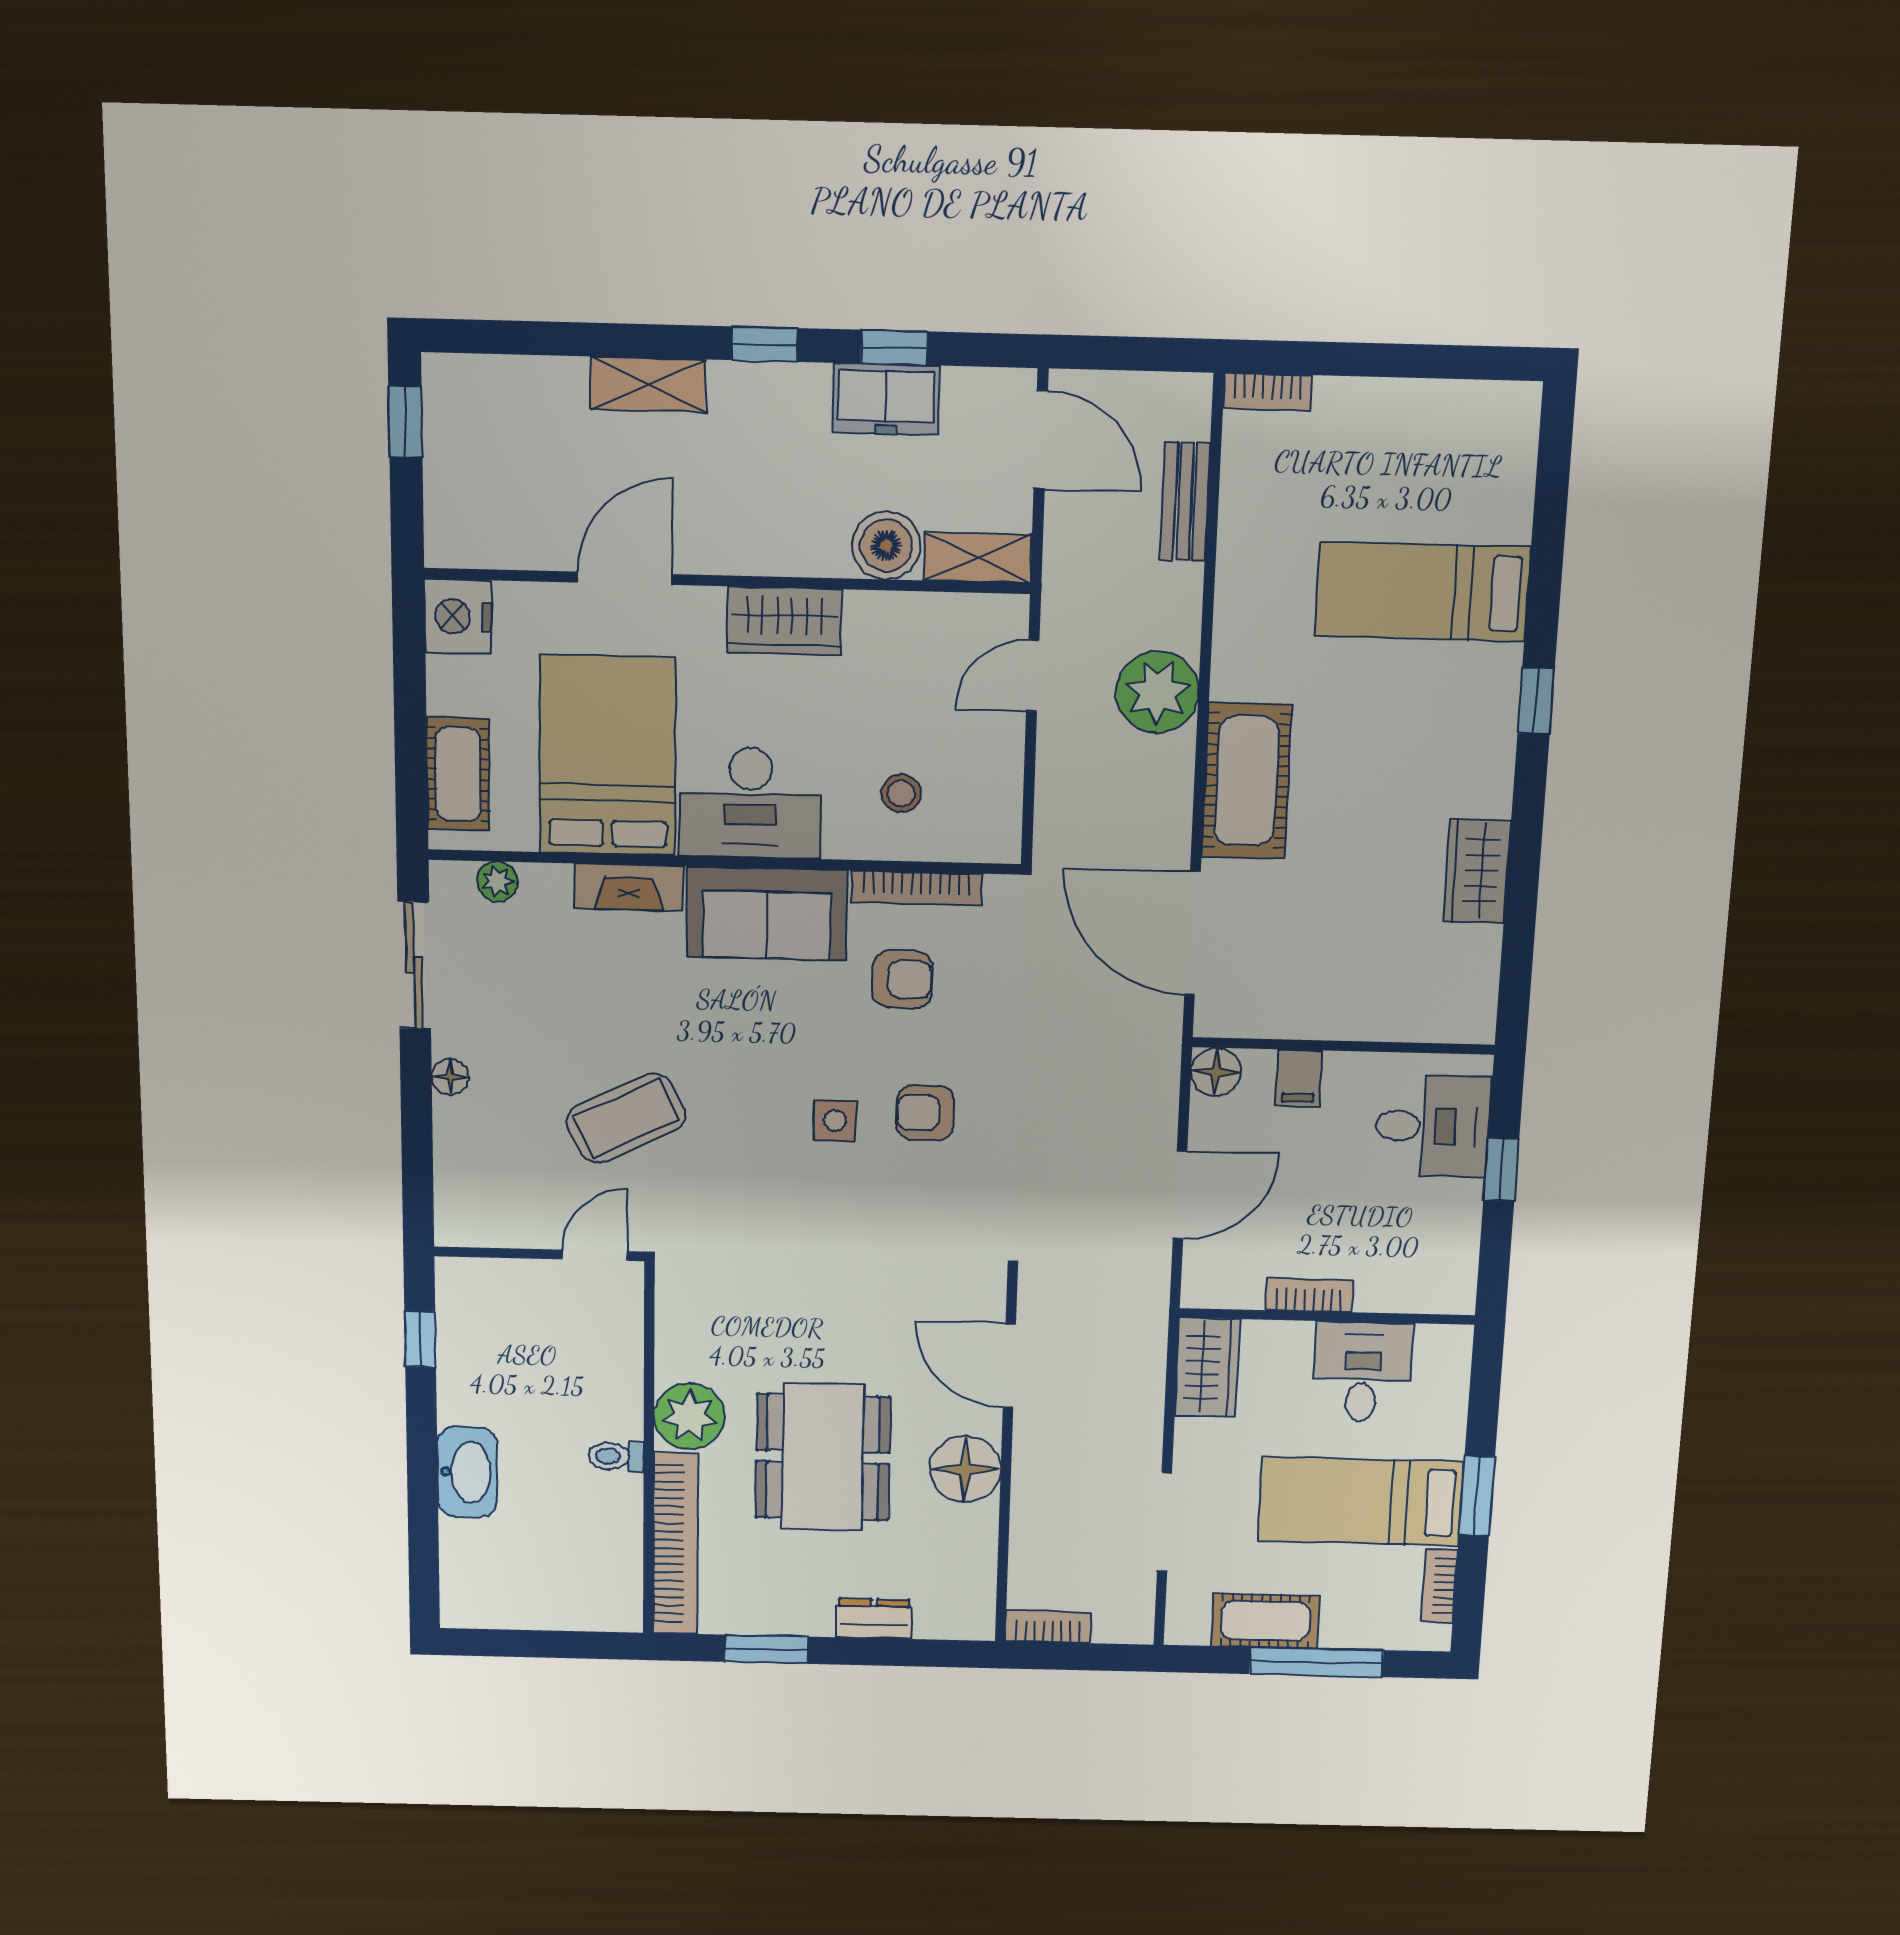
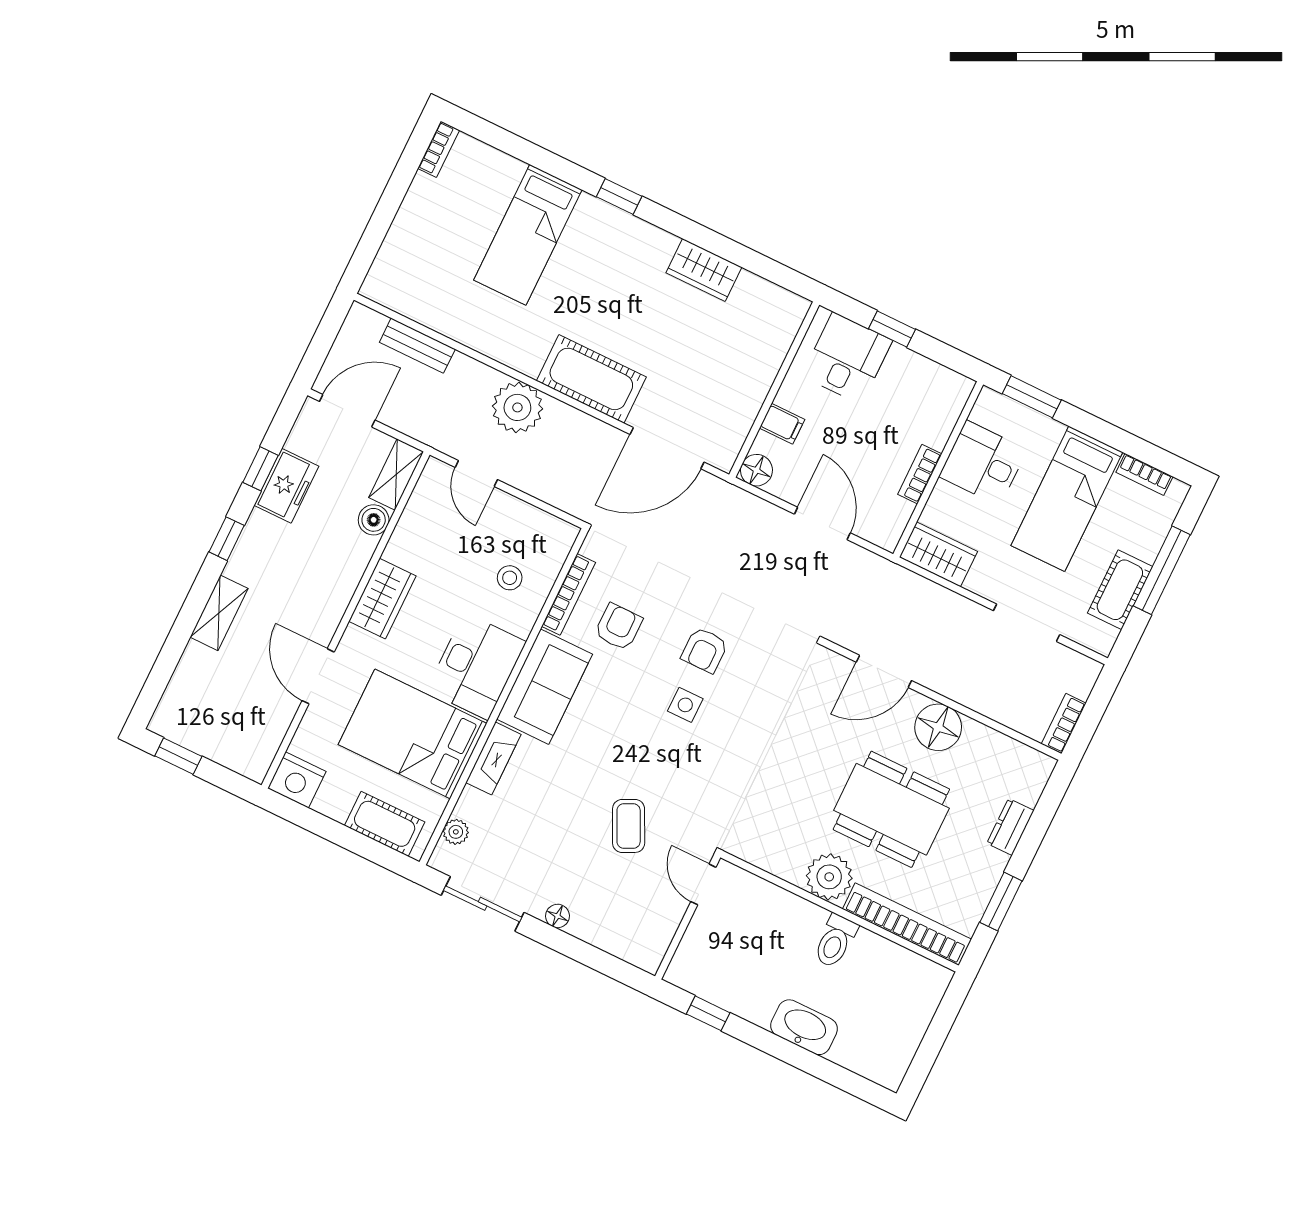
bookcase: (1268, 392) -> (439, 149), moved
boiler: (886, 545) -> (374, 520), width x0.73, depth x0.73
coffee table: (626, 1118) -> (629, 826), width x0.73, depth x0.77
toilet: (616, 1456) -> (835, 941), width x1.37, depth x1.39
window: (1477, 1496) -> (1032, 397), moved

